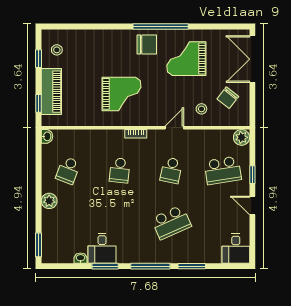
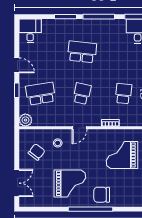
double door: (252, 59) -> (17, 183), width x0.73
school desk: (171, 222) -> (82, 52), turned 30

